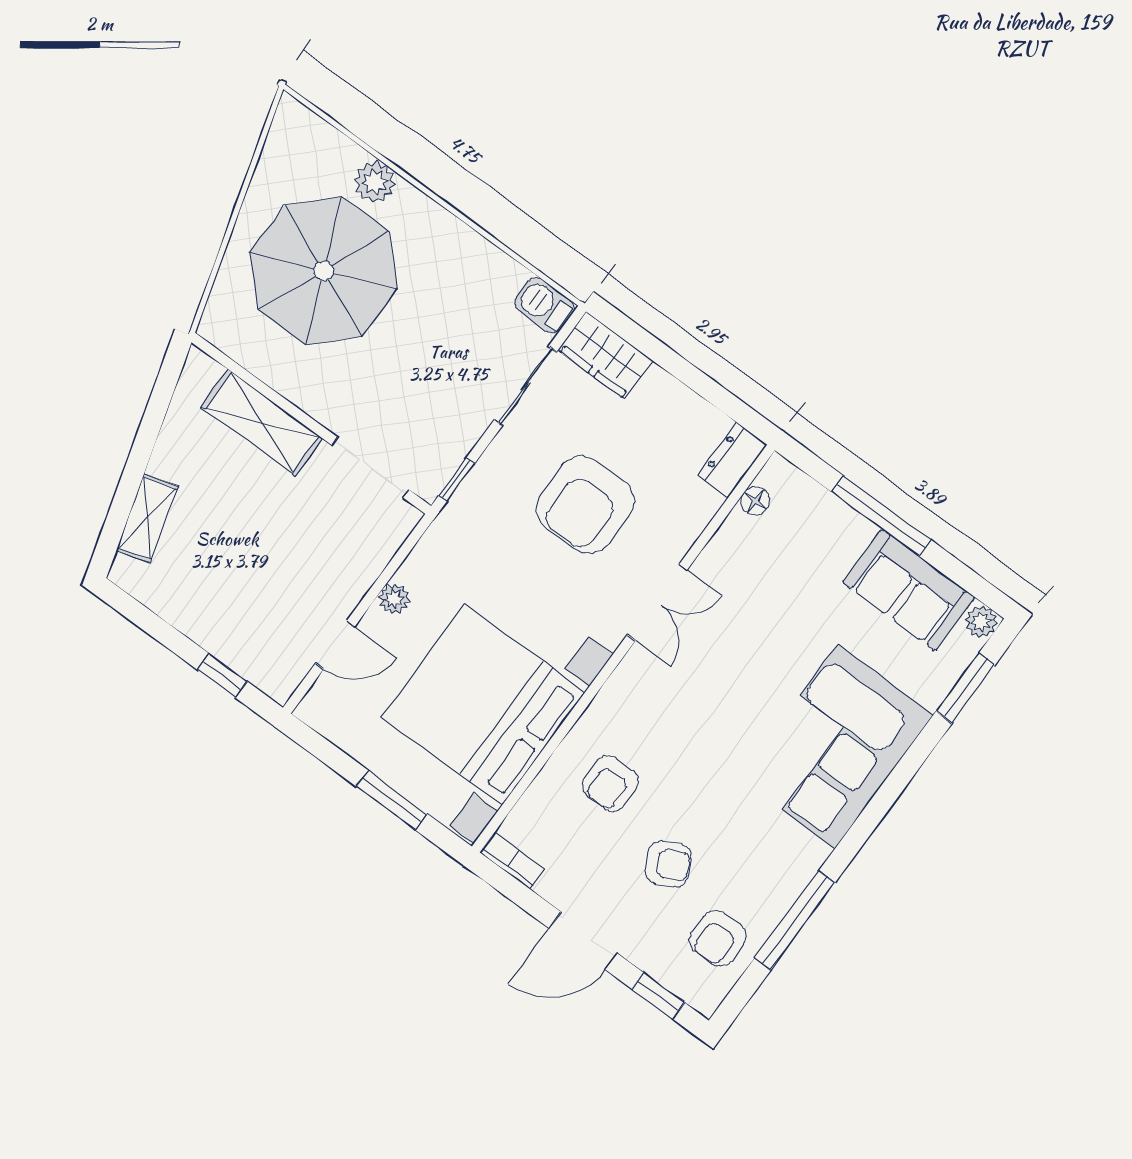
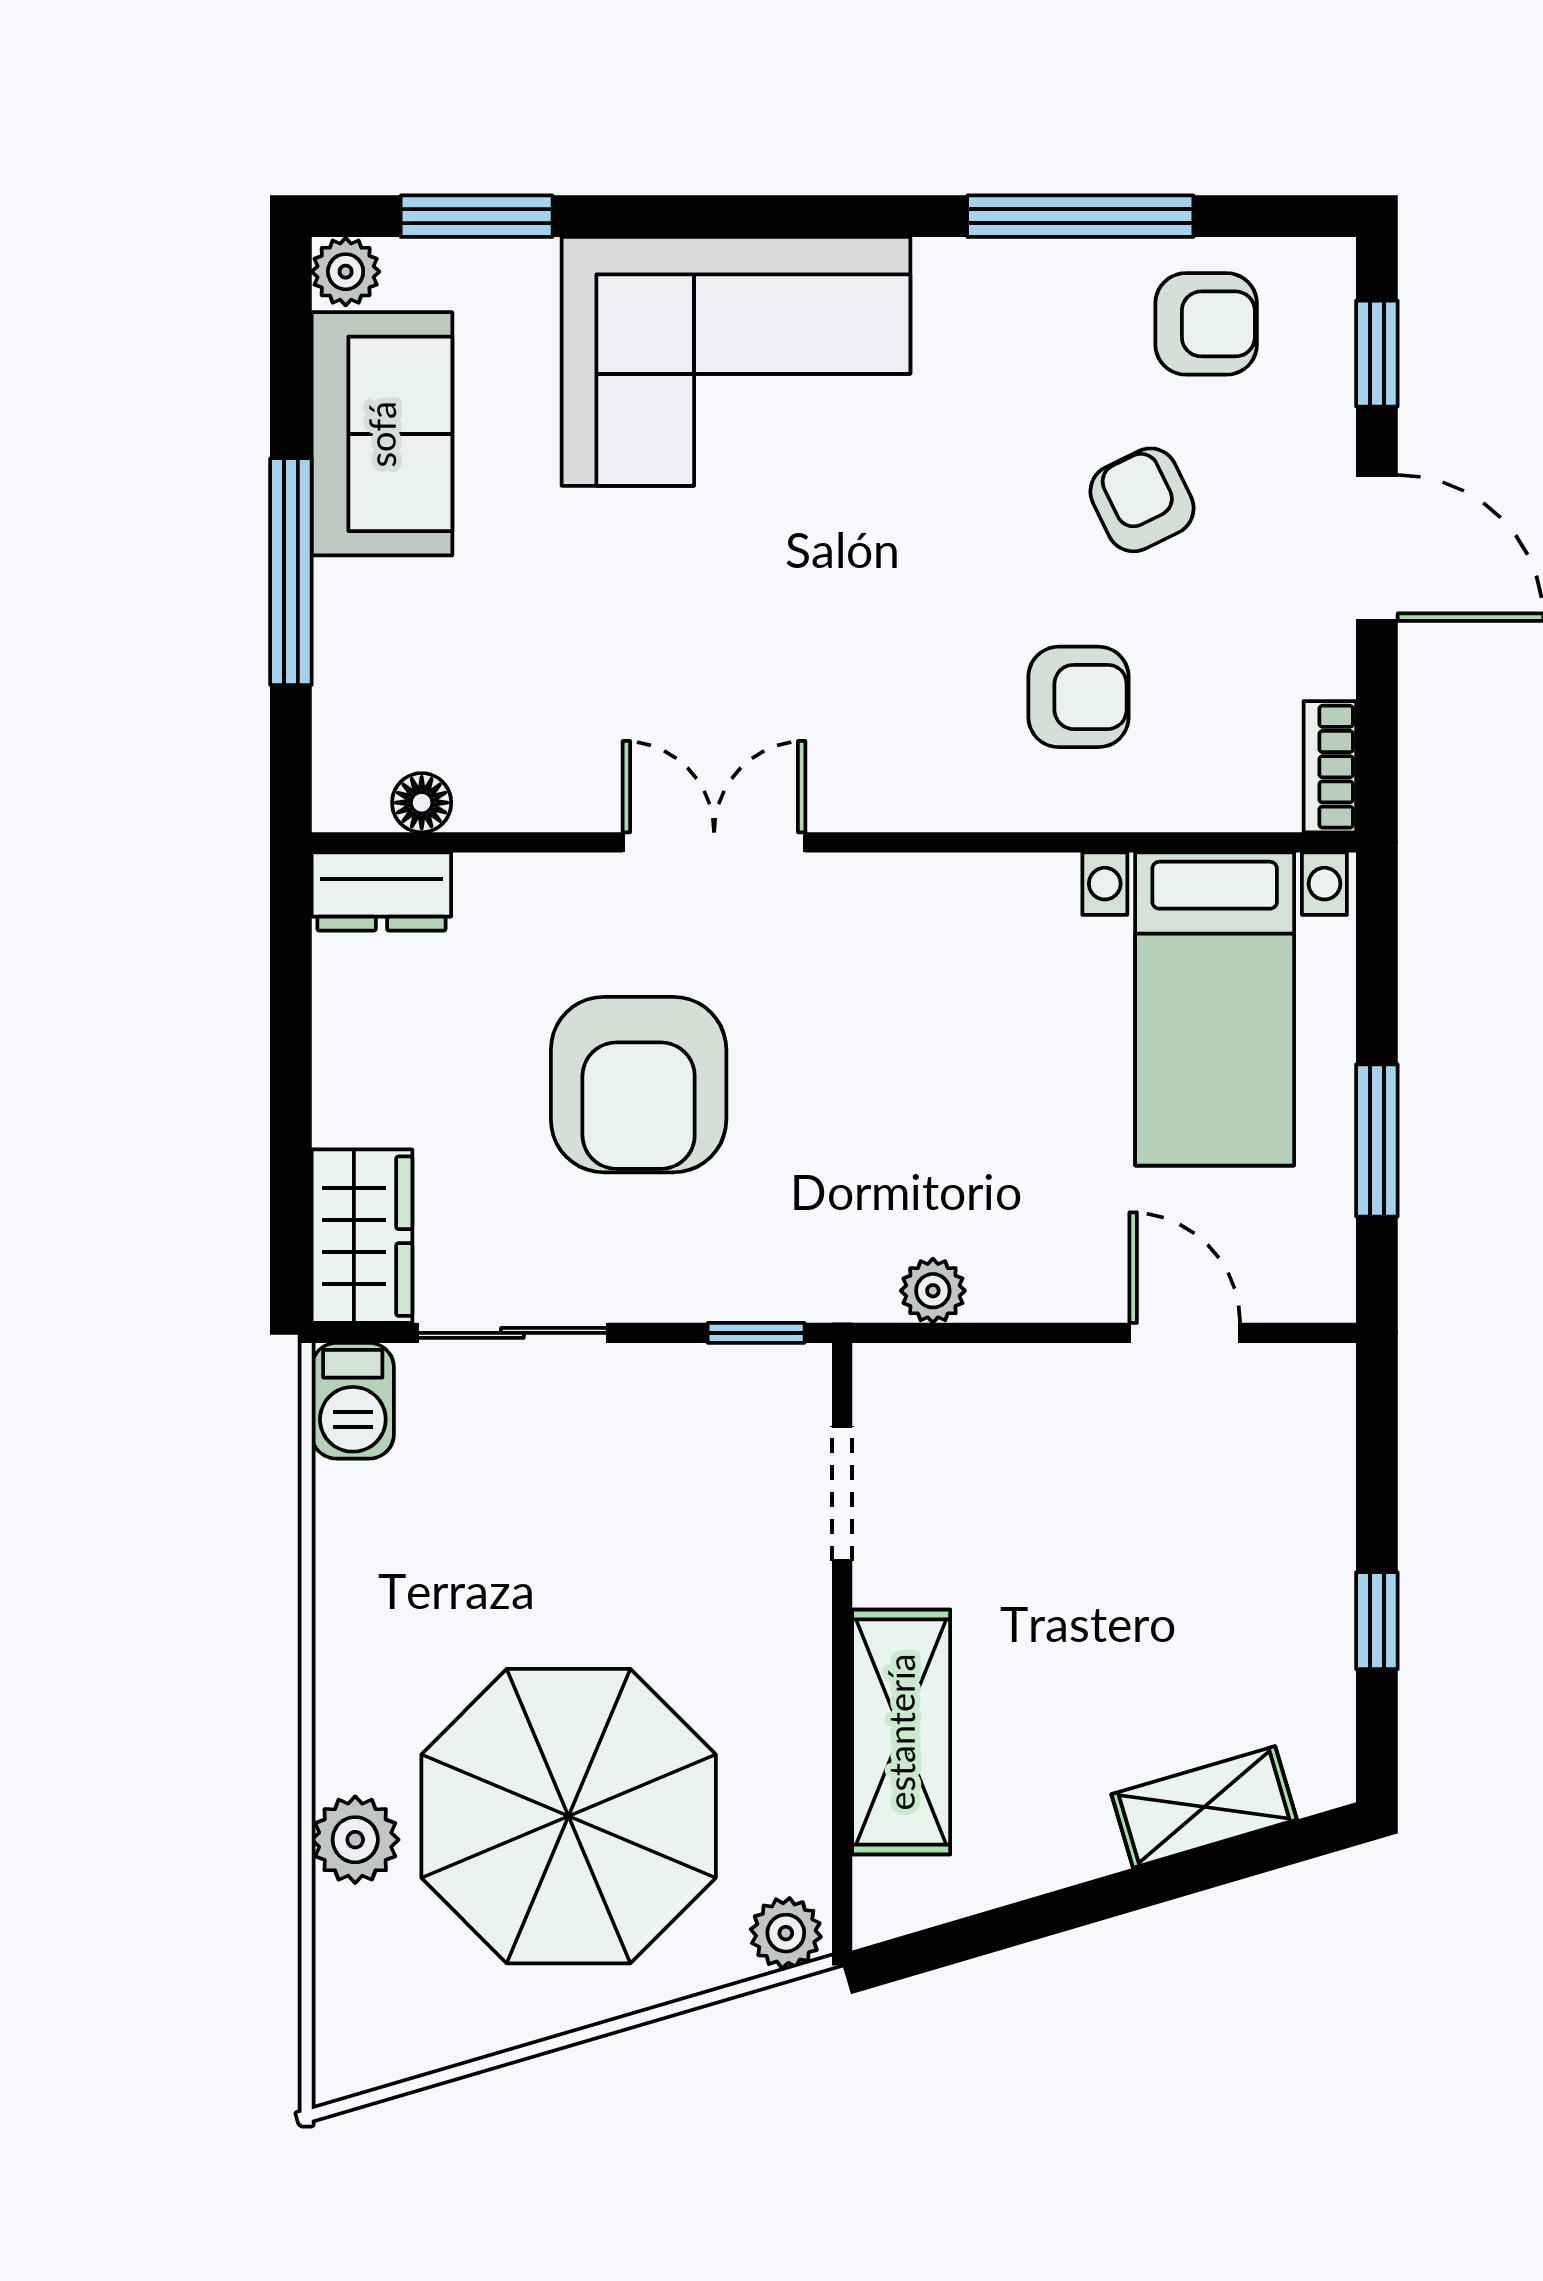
plant: (217, 321) -> (786, 1933), added
doorway: (370, 467) -> (842, 1493), width x0.73
armchair: (585, 505) -> (639, 1085), turned 90
plant: (394, 599) -> (933, 1291), moved
window: (222, 676) -> (1377, 1621), moved
bed with nightstands: (483, 704) -> (1215, 1009), width x0.54
window: (392, 800) -> (1377, 1140), moved

